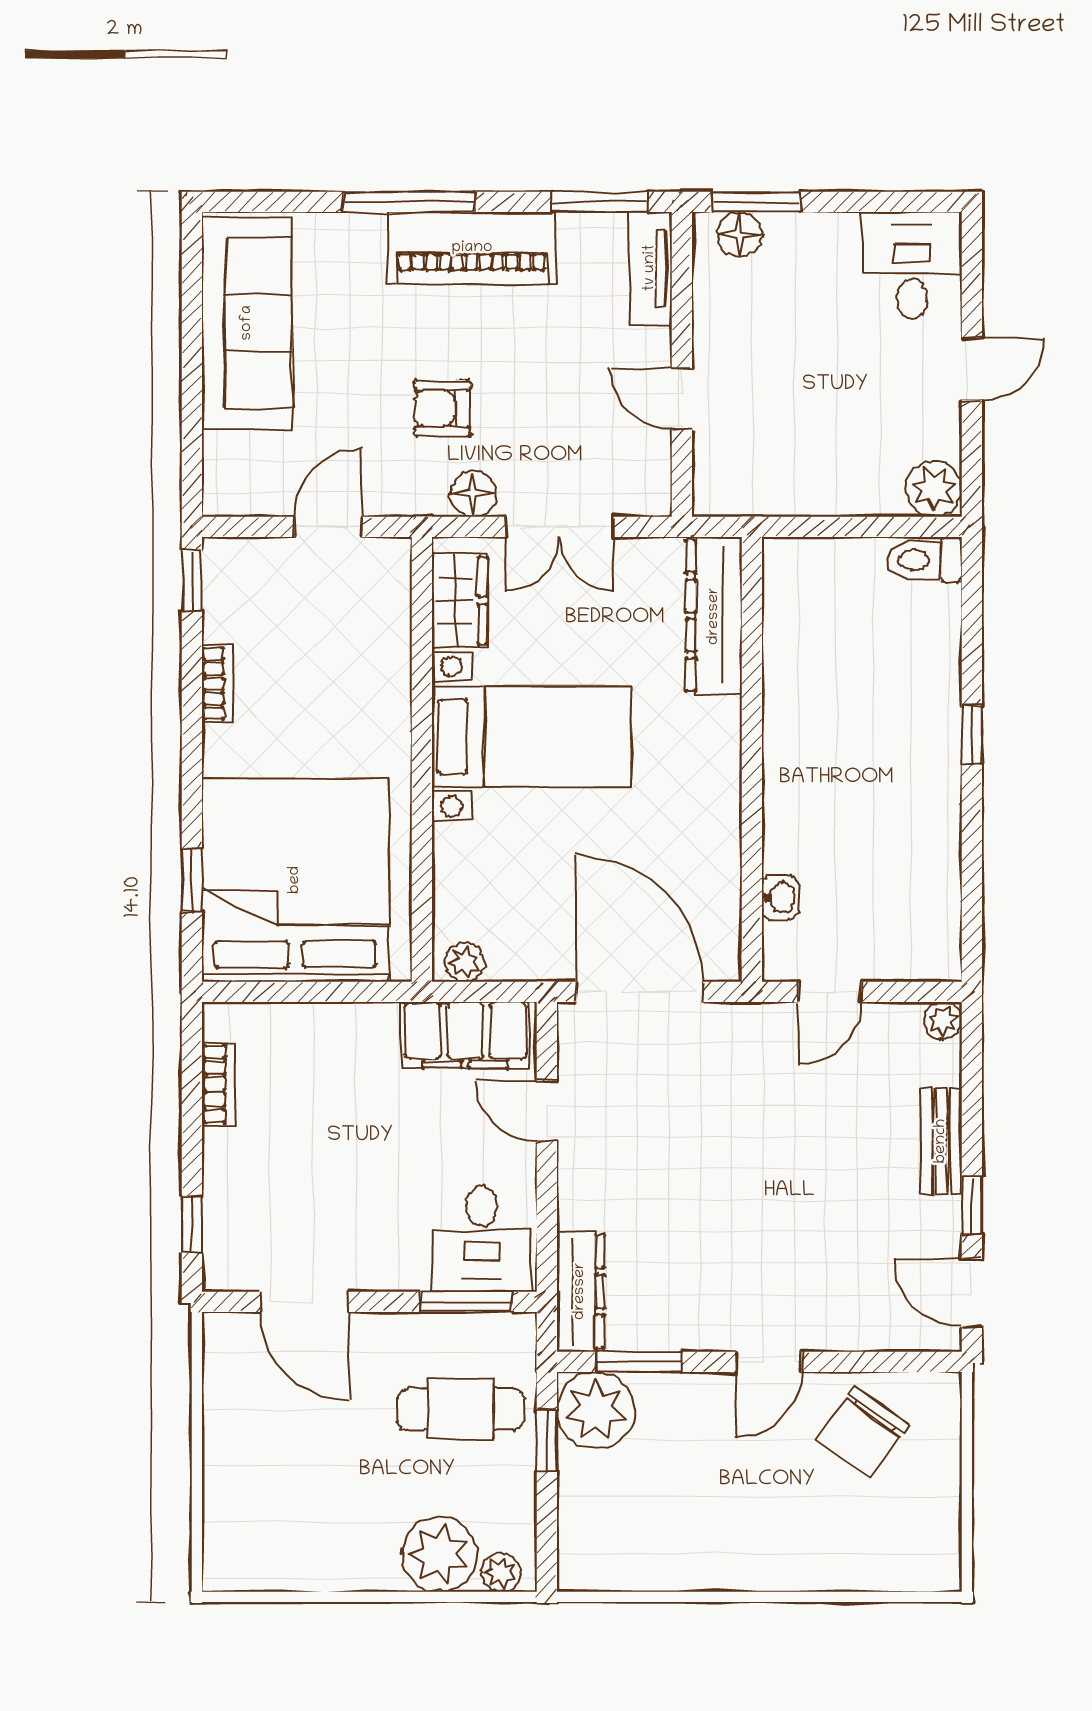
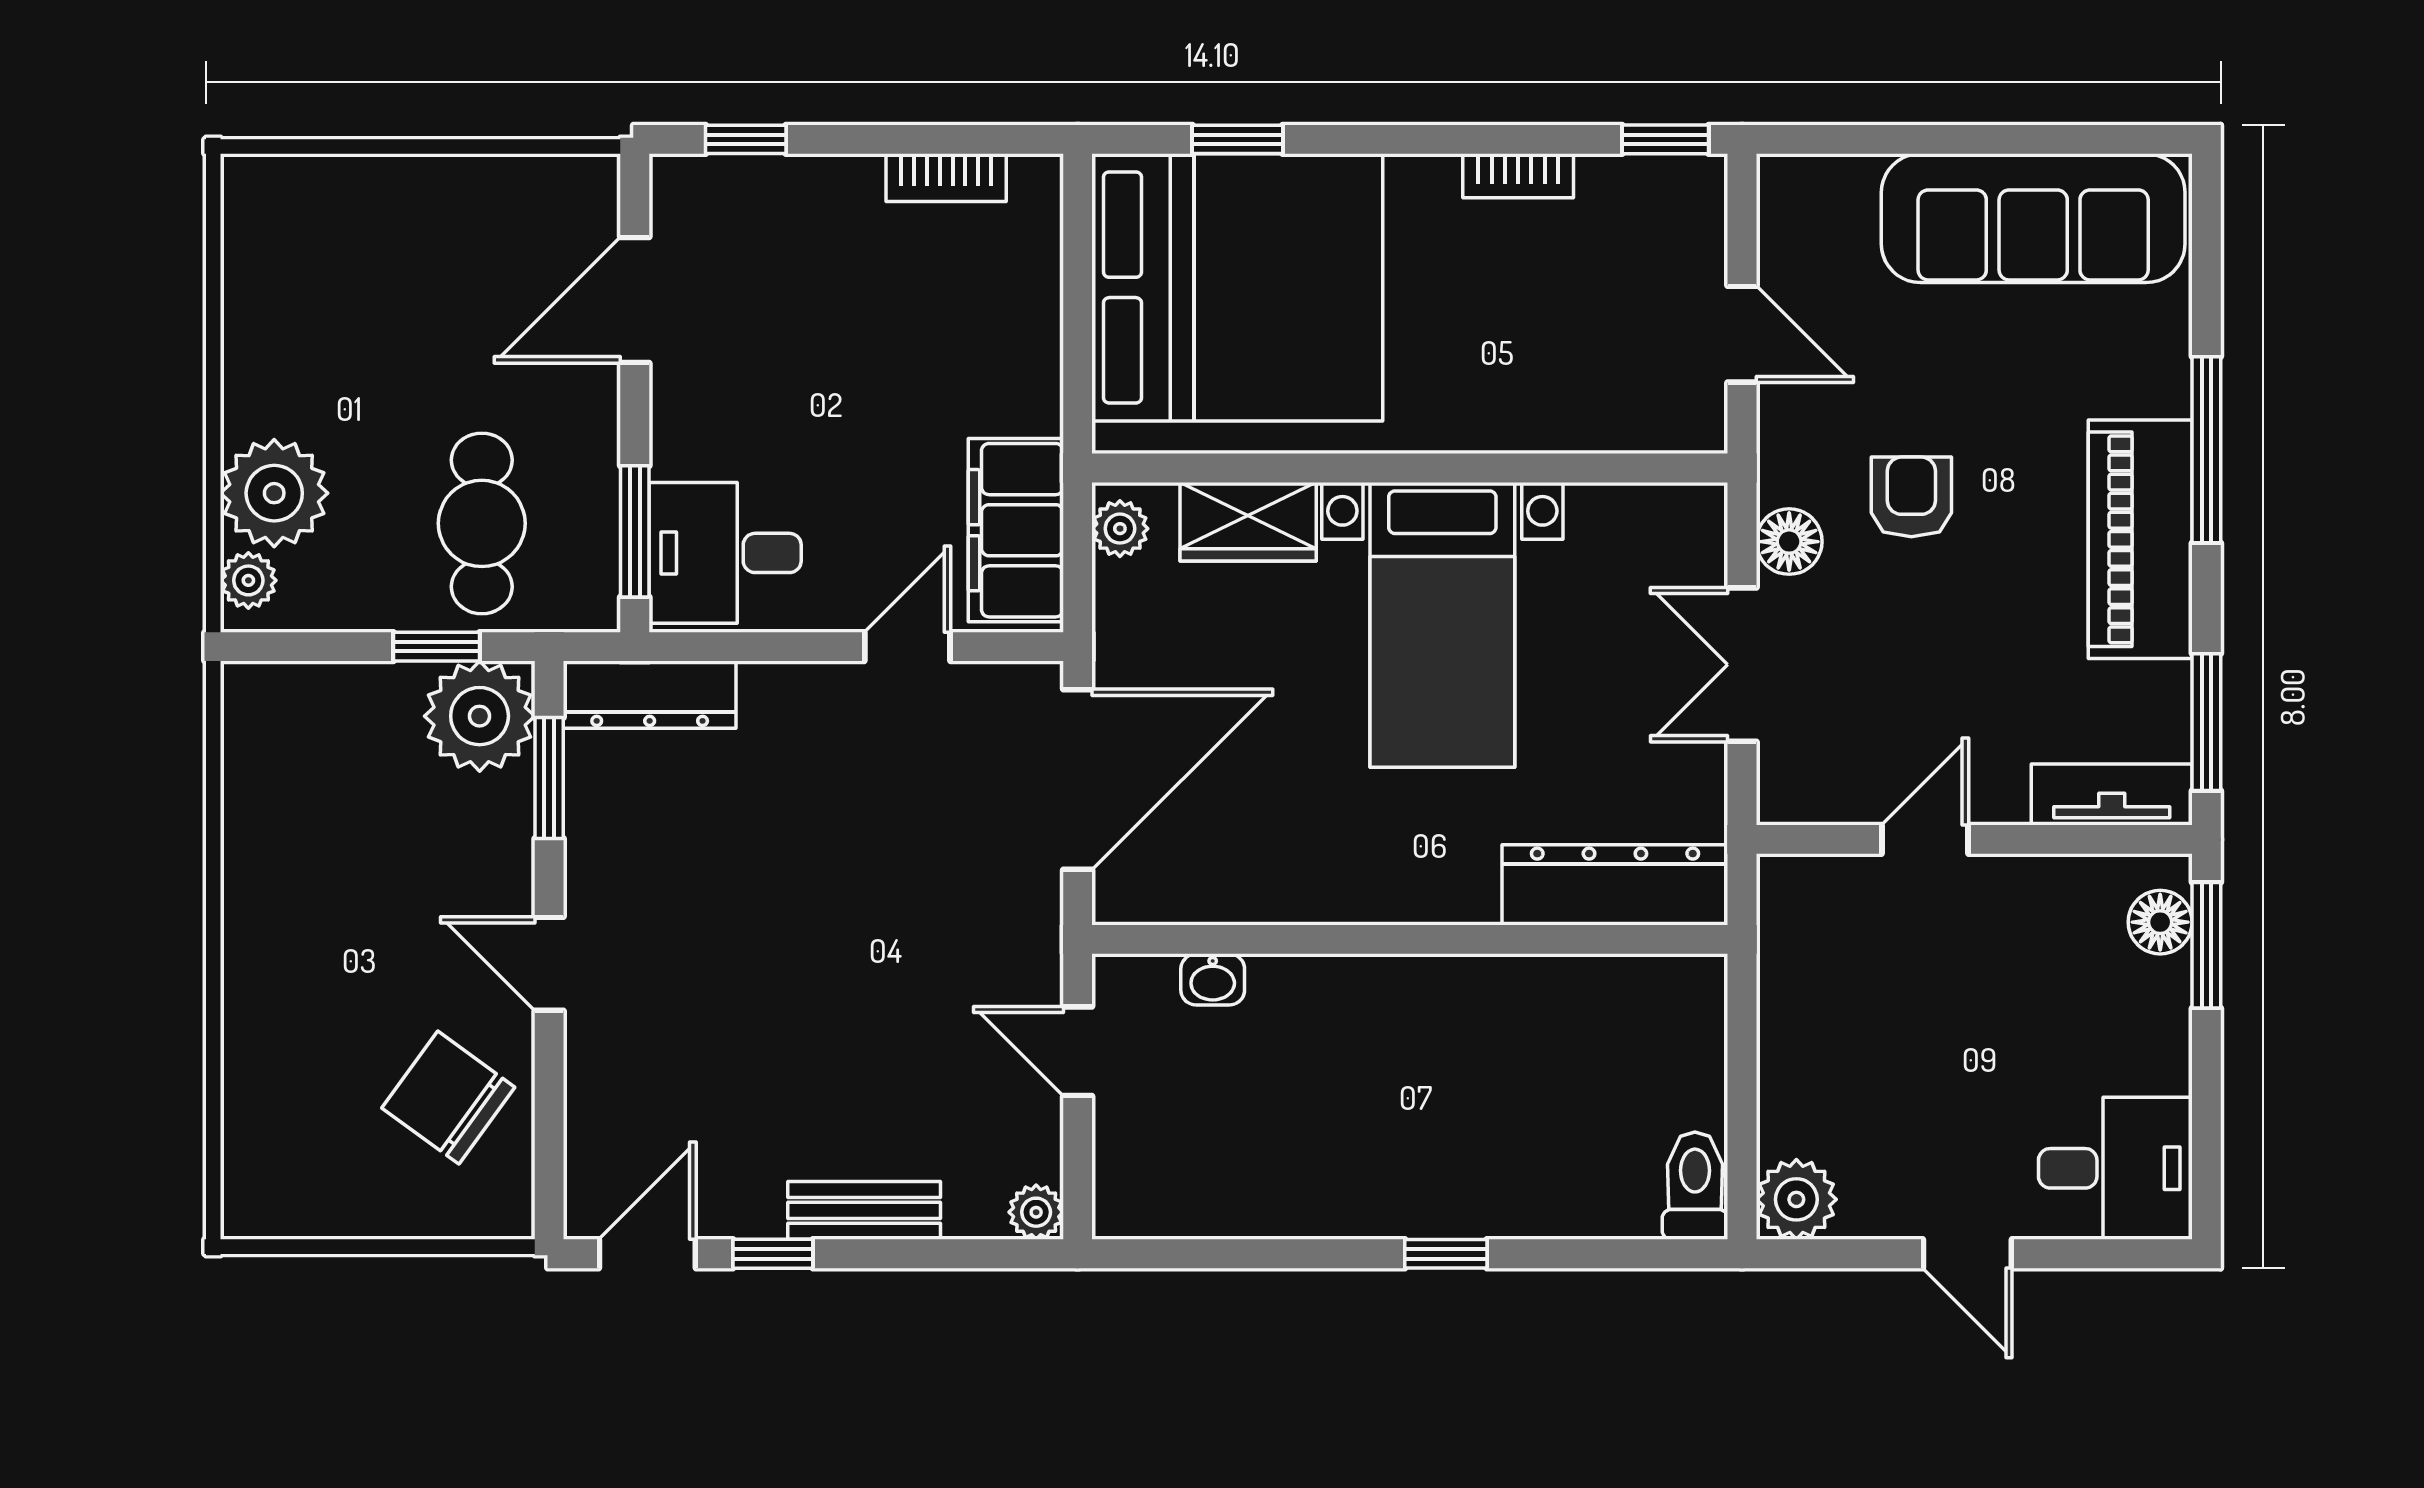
wardrobe: (459, 601) -> (1248, 522), moved

